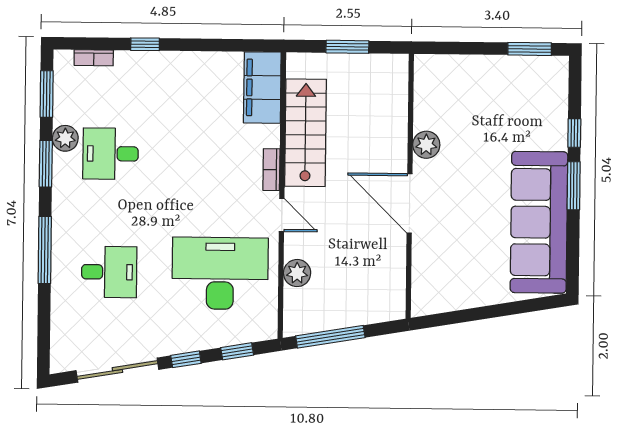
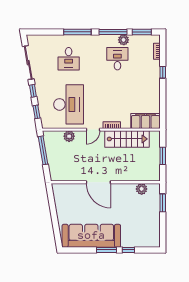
window: (530, 49) -> (163, 203), moved
plant: (426, 145) -> (142, 189), moved
window: (46, 164) -> (113, 32), width x1.44
door: (410, 203) -> (98, 182), swing flipped

